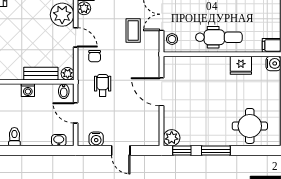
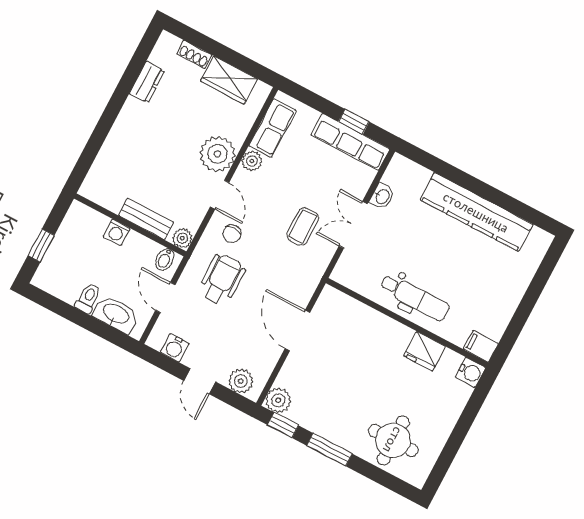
stool: (172, 39) -> (350, 266), removed
wheelchair: (103, 85) -> (222, 279), width x1.36, depth x1.37
toilet: (14, 137) -> (88, 298), moved
plant: (144, 138) -> (241, 381), added
washbasin: (59, 140) -> (116, 314), width x1.91, depth x1.45

